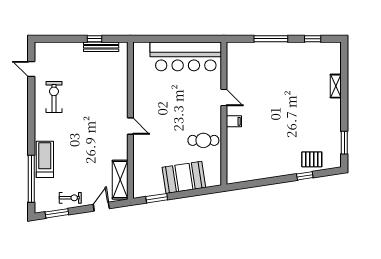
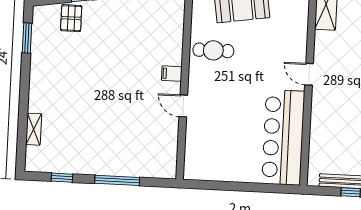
bar counter: (186, 56) -> (283, 137), moved, turned -90
shelving: (336, 86) -> (34, 129), moved
pallet: (312, 159) -> (71, 18), turned 90

